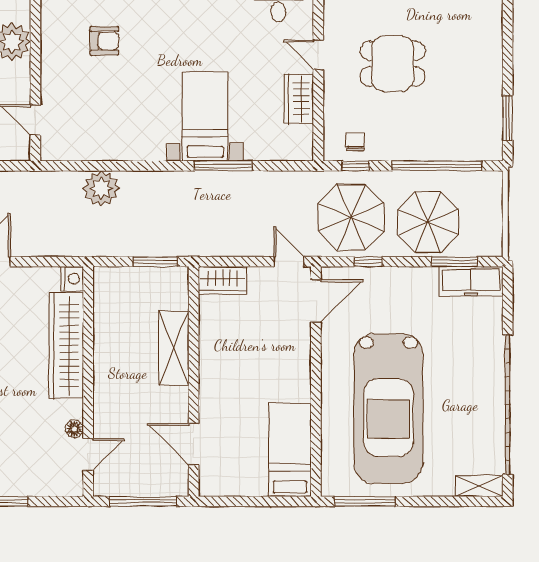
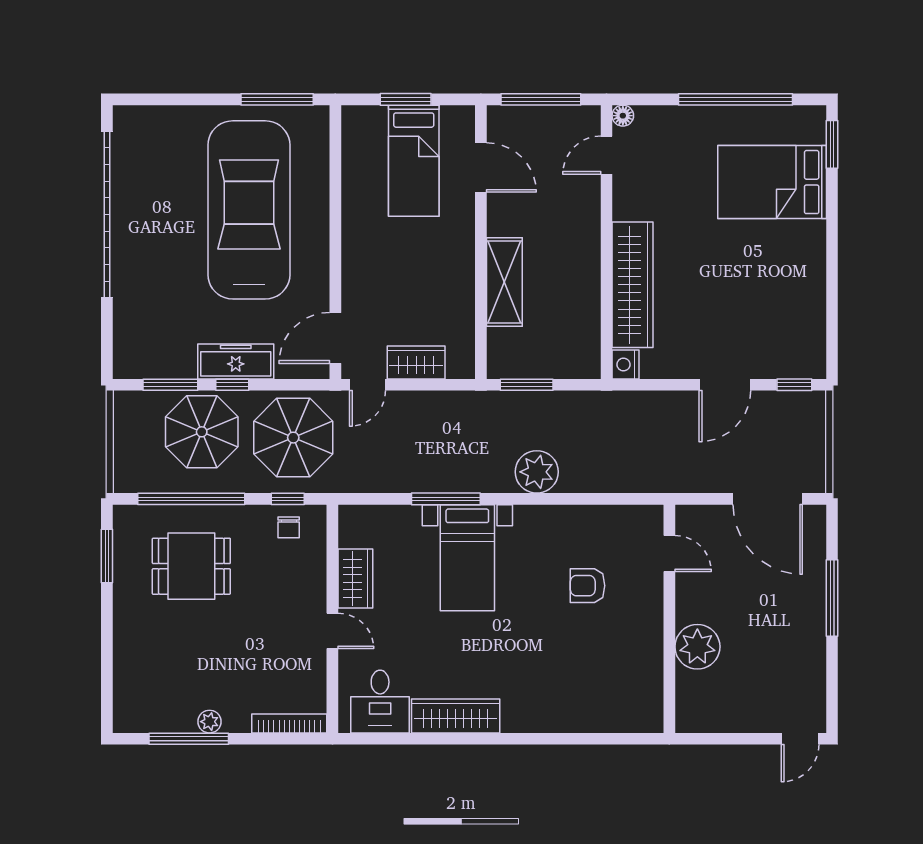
armchair: (104, 41) -> (588, 586), moved
dining table: (393, 64) -> (191, 566), moved
plant: (101, 189) -> (537, 472), moved
door: (289, 262) -> (368, 385), hinge flipped
window: (368, 262) -> (232, 385), moved
wardrobe: (223, 280) -> (416, 362), moved
freezer: (471, 281) -> (236, 361), moved
floor lamp: (74, 429) -> (623, 116), moved
bed: (290, 450) -> (414, 161), moved
shelving: (479, 486) -> (141, 118), removed
window: (257, 501) -> (406, 99), added

